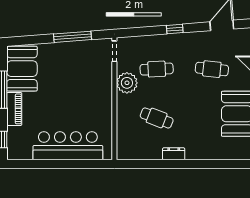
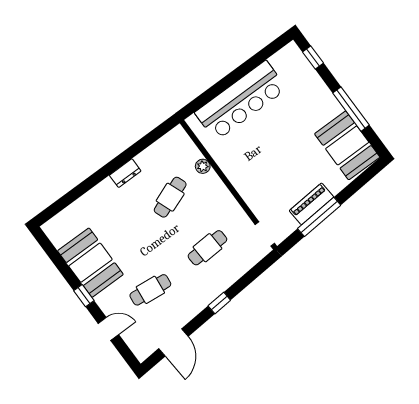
plant: (127, 83) -> (203, 166), moved, width x0.53, depth x0.53
piano: (14, 109) -> (311, 204), moved, turned 86
cafe table: (157, 118) -> (170, 197), turned -42

